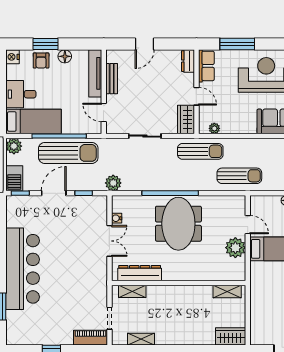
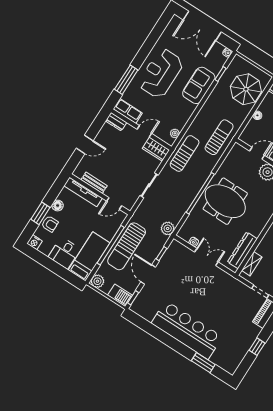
door: (145, 44) -> (85, 144), hinge flipped
sun lounger: (68, 153) -> (127, 246), turned 180

